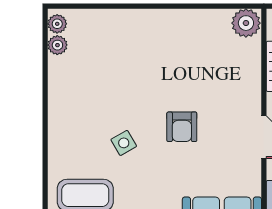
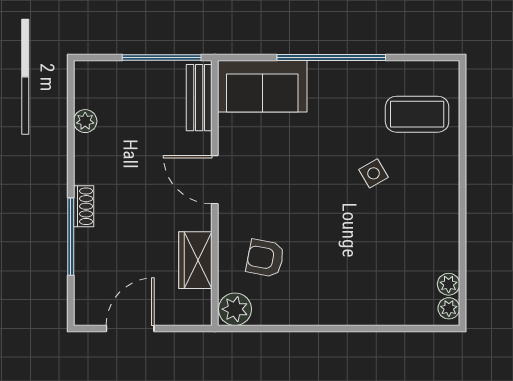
armchair: (182, 127) -> (265, 258), moved, turned -79

